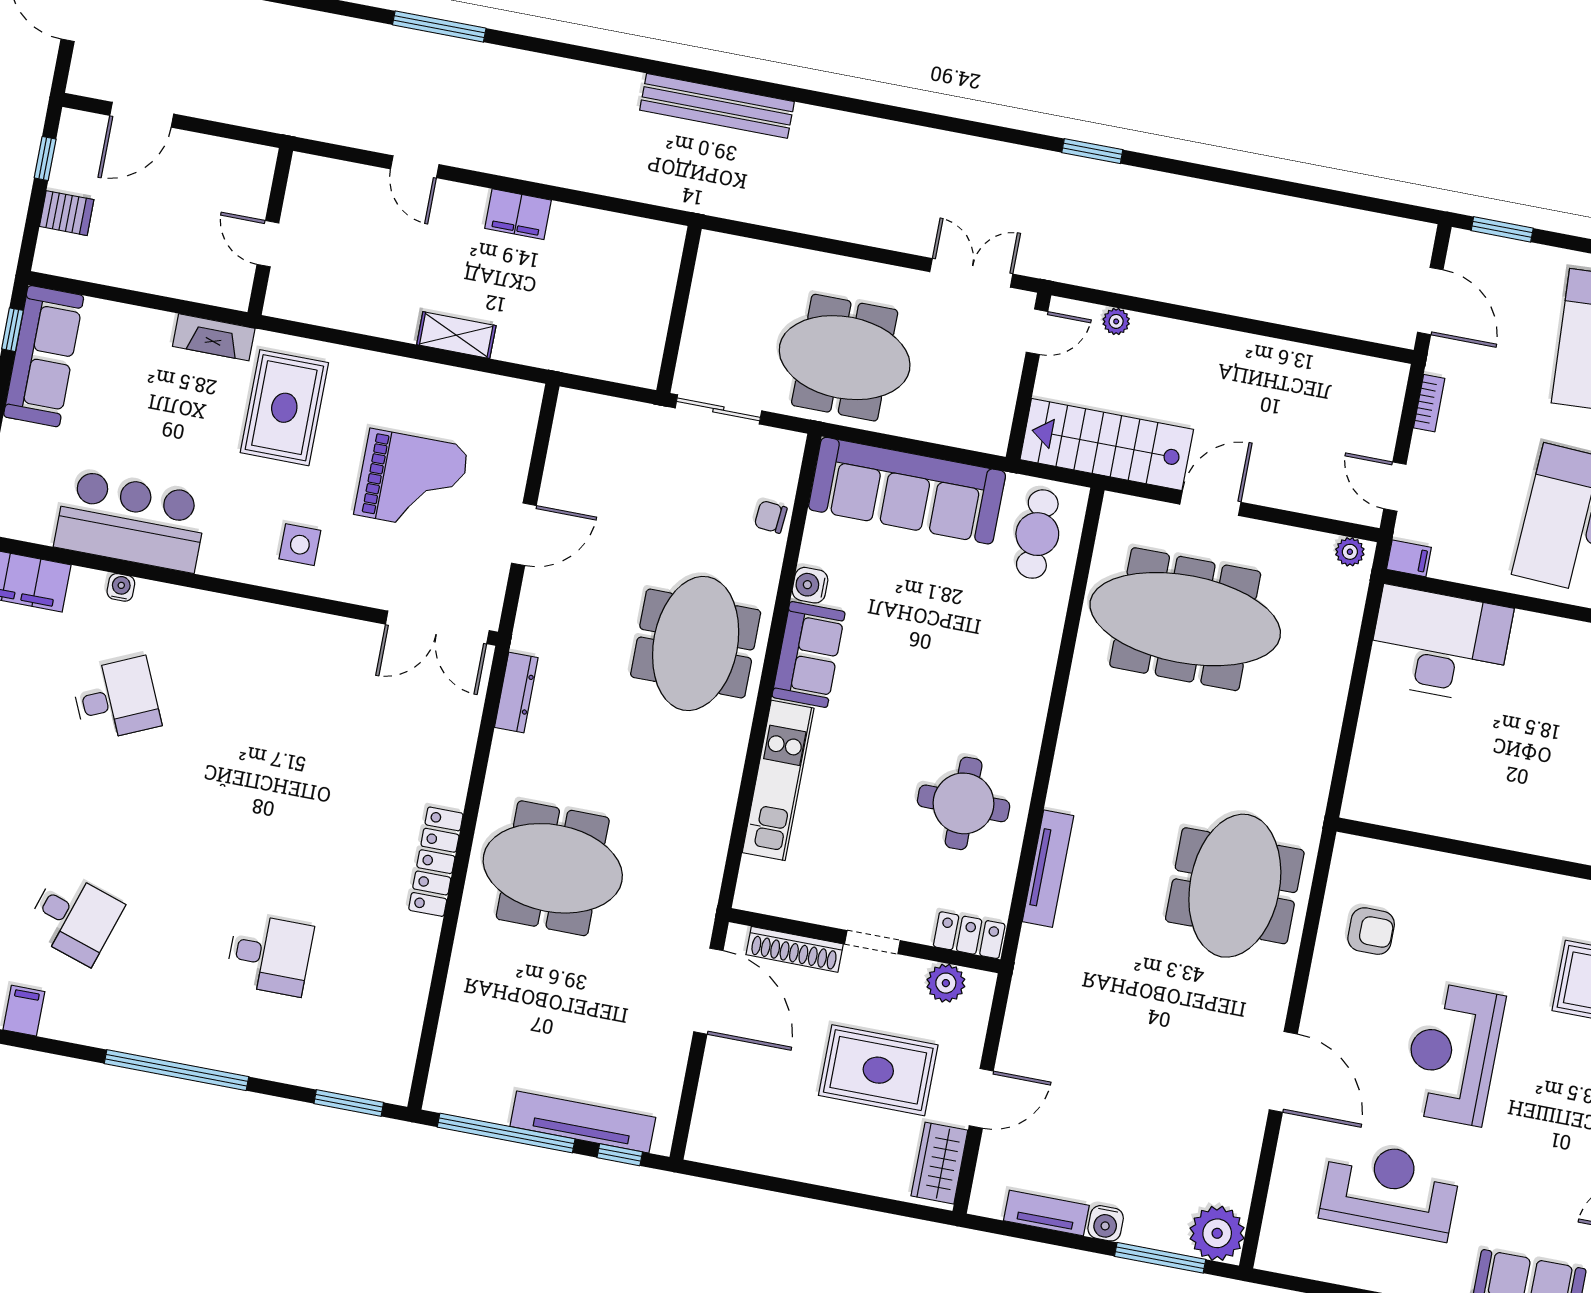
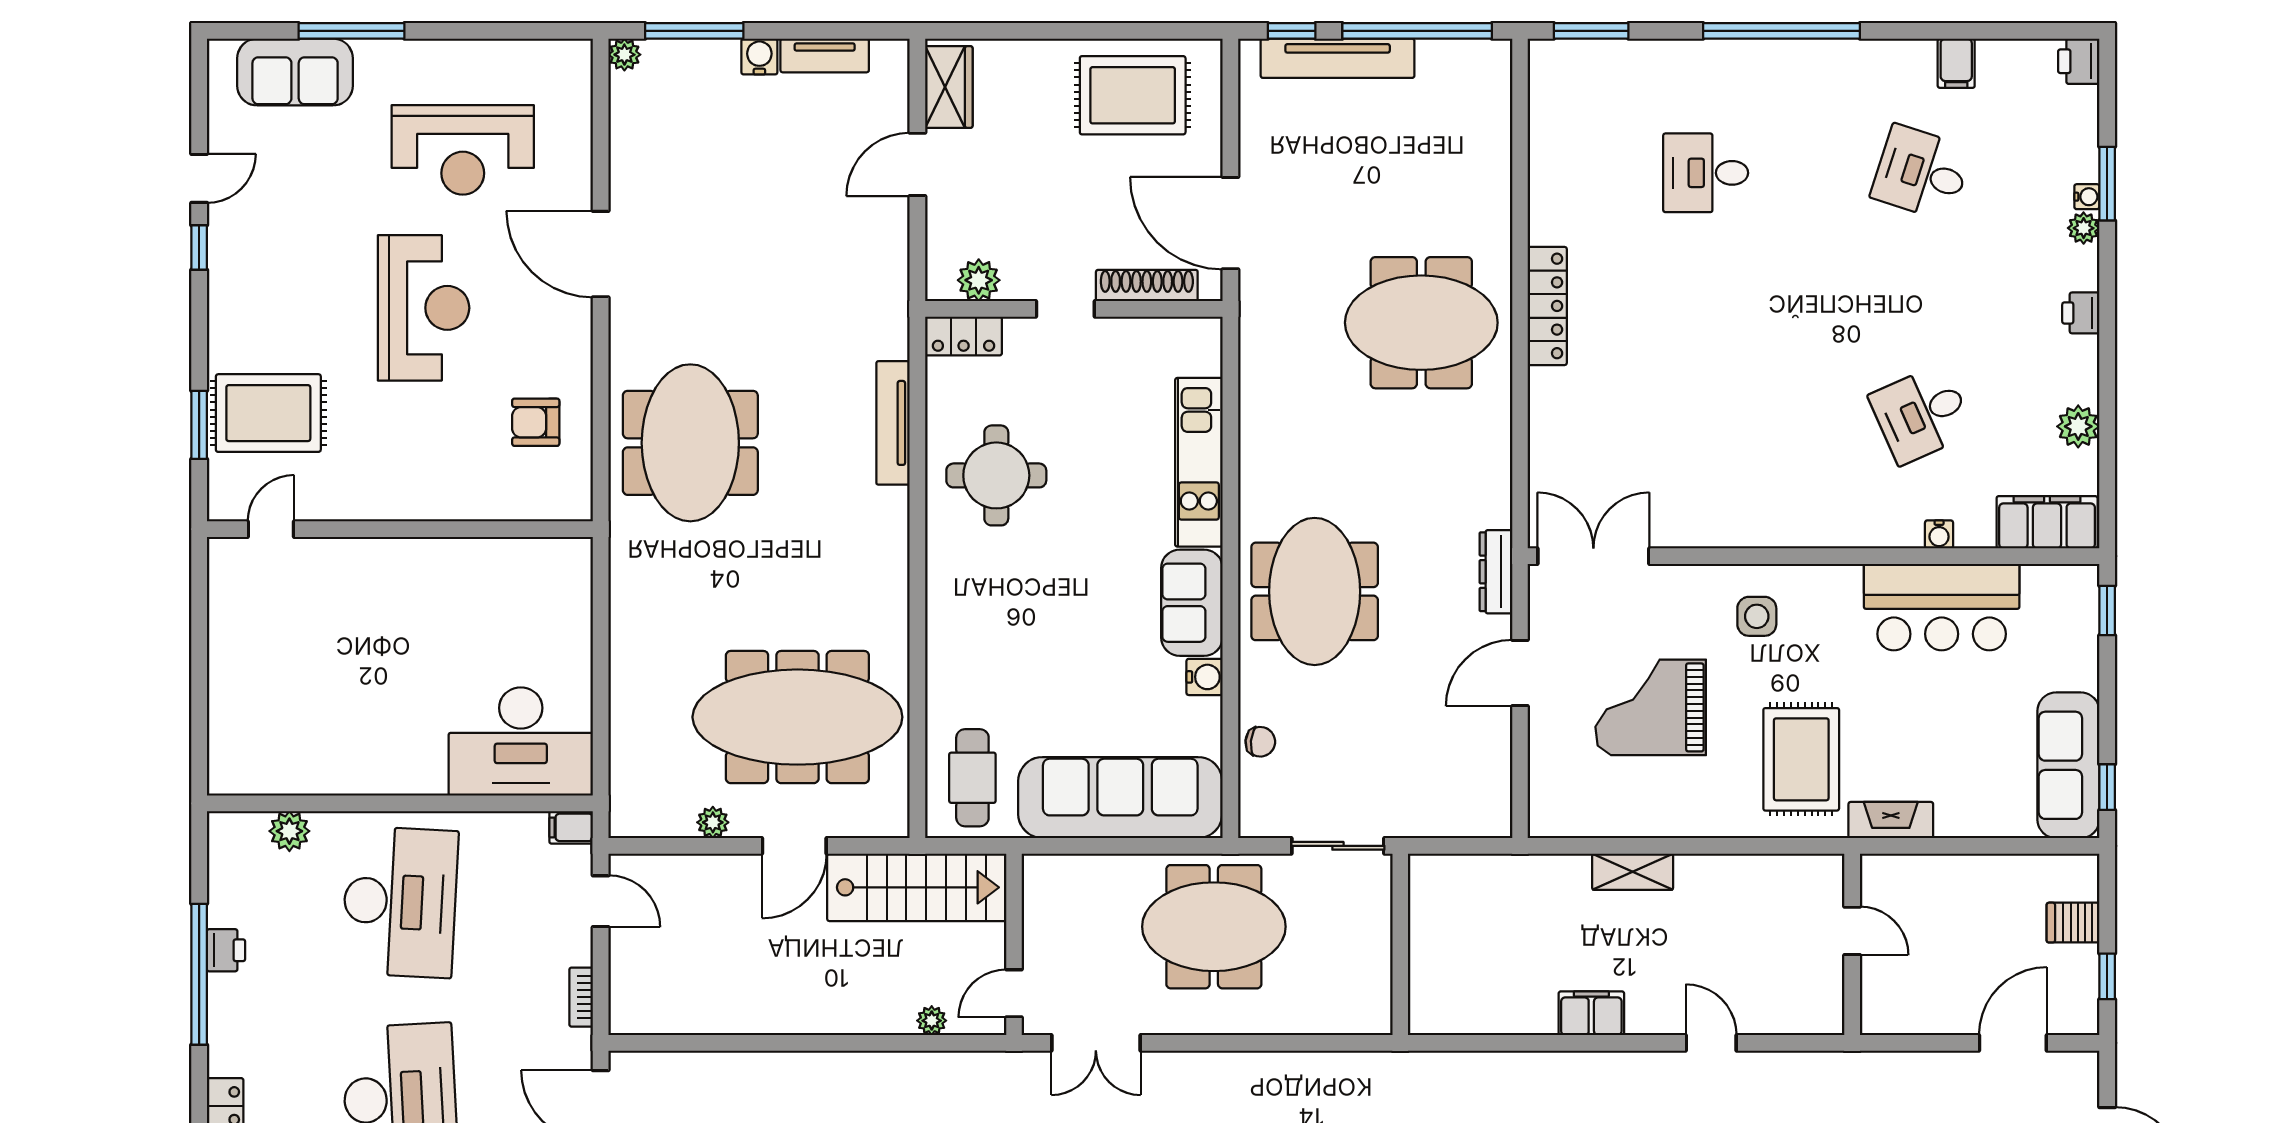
plant: (1350, 552) -> (713, 822), moved
dresser: (516, 693) -> (1496, 572), moved
rug: (878, 1070) -> (1133, 95), moved
plant: (1217, 1233) -> (624, 55), width x0.53, depth x0.53

